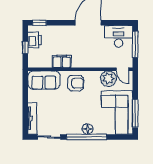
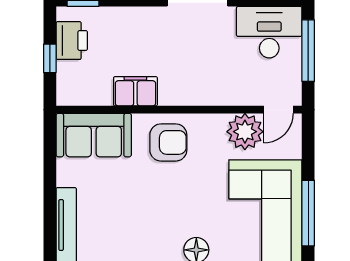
door: (123, 69) -> (278, 110), hinge flipped

